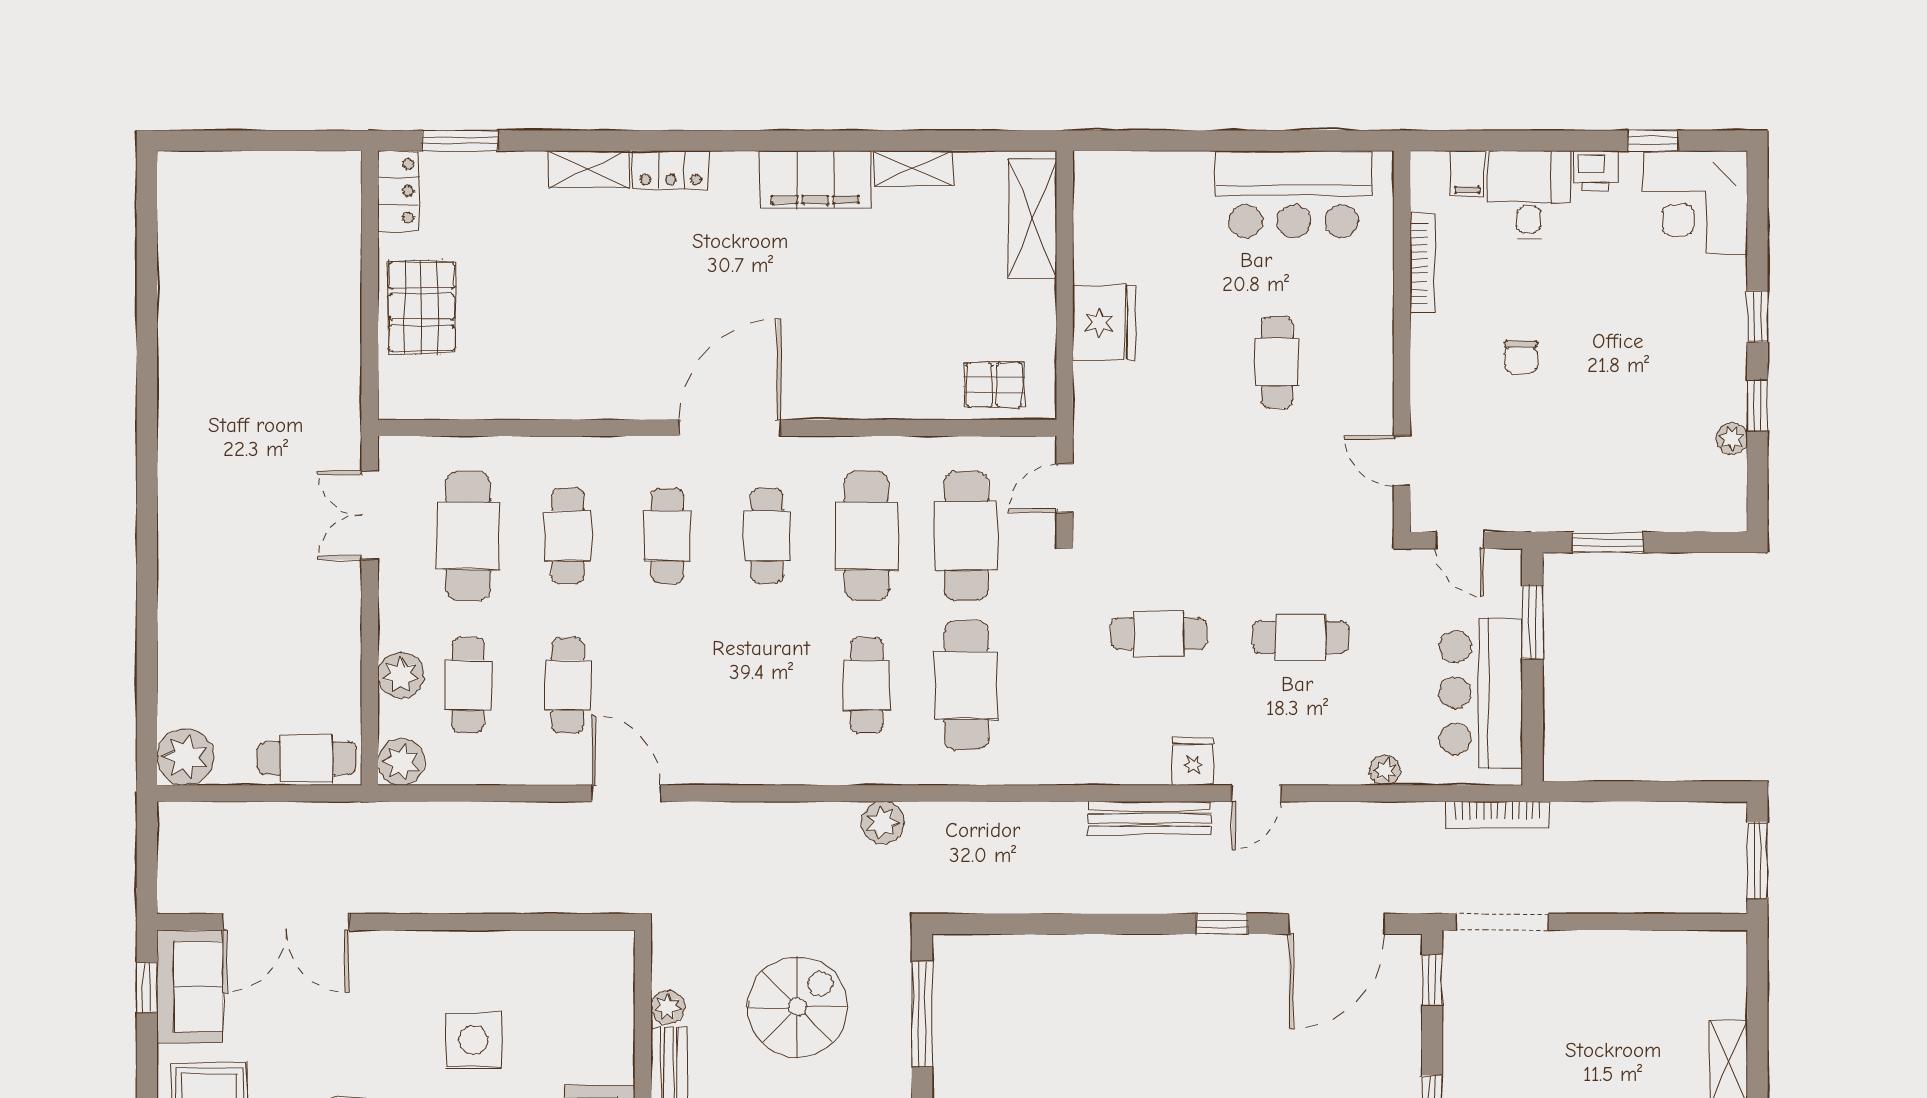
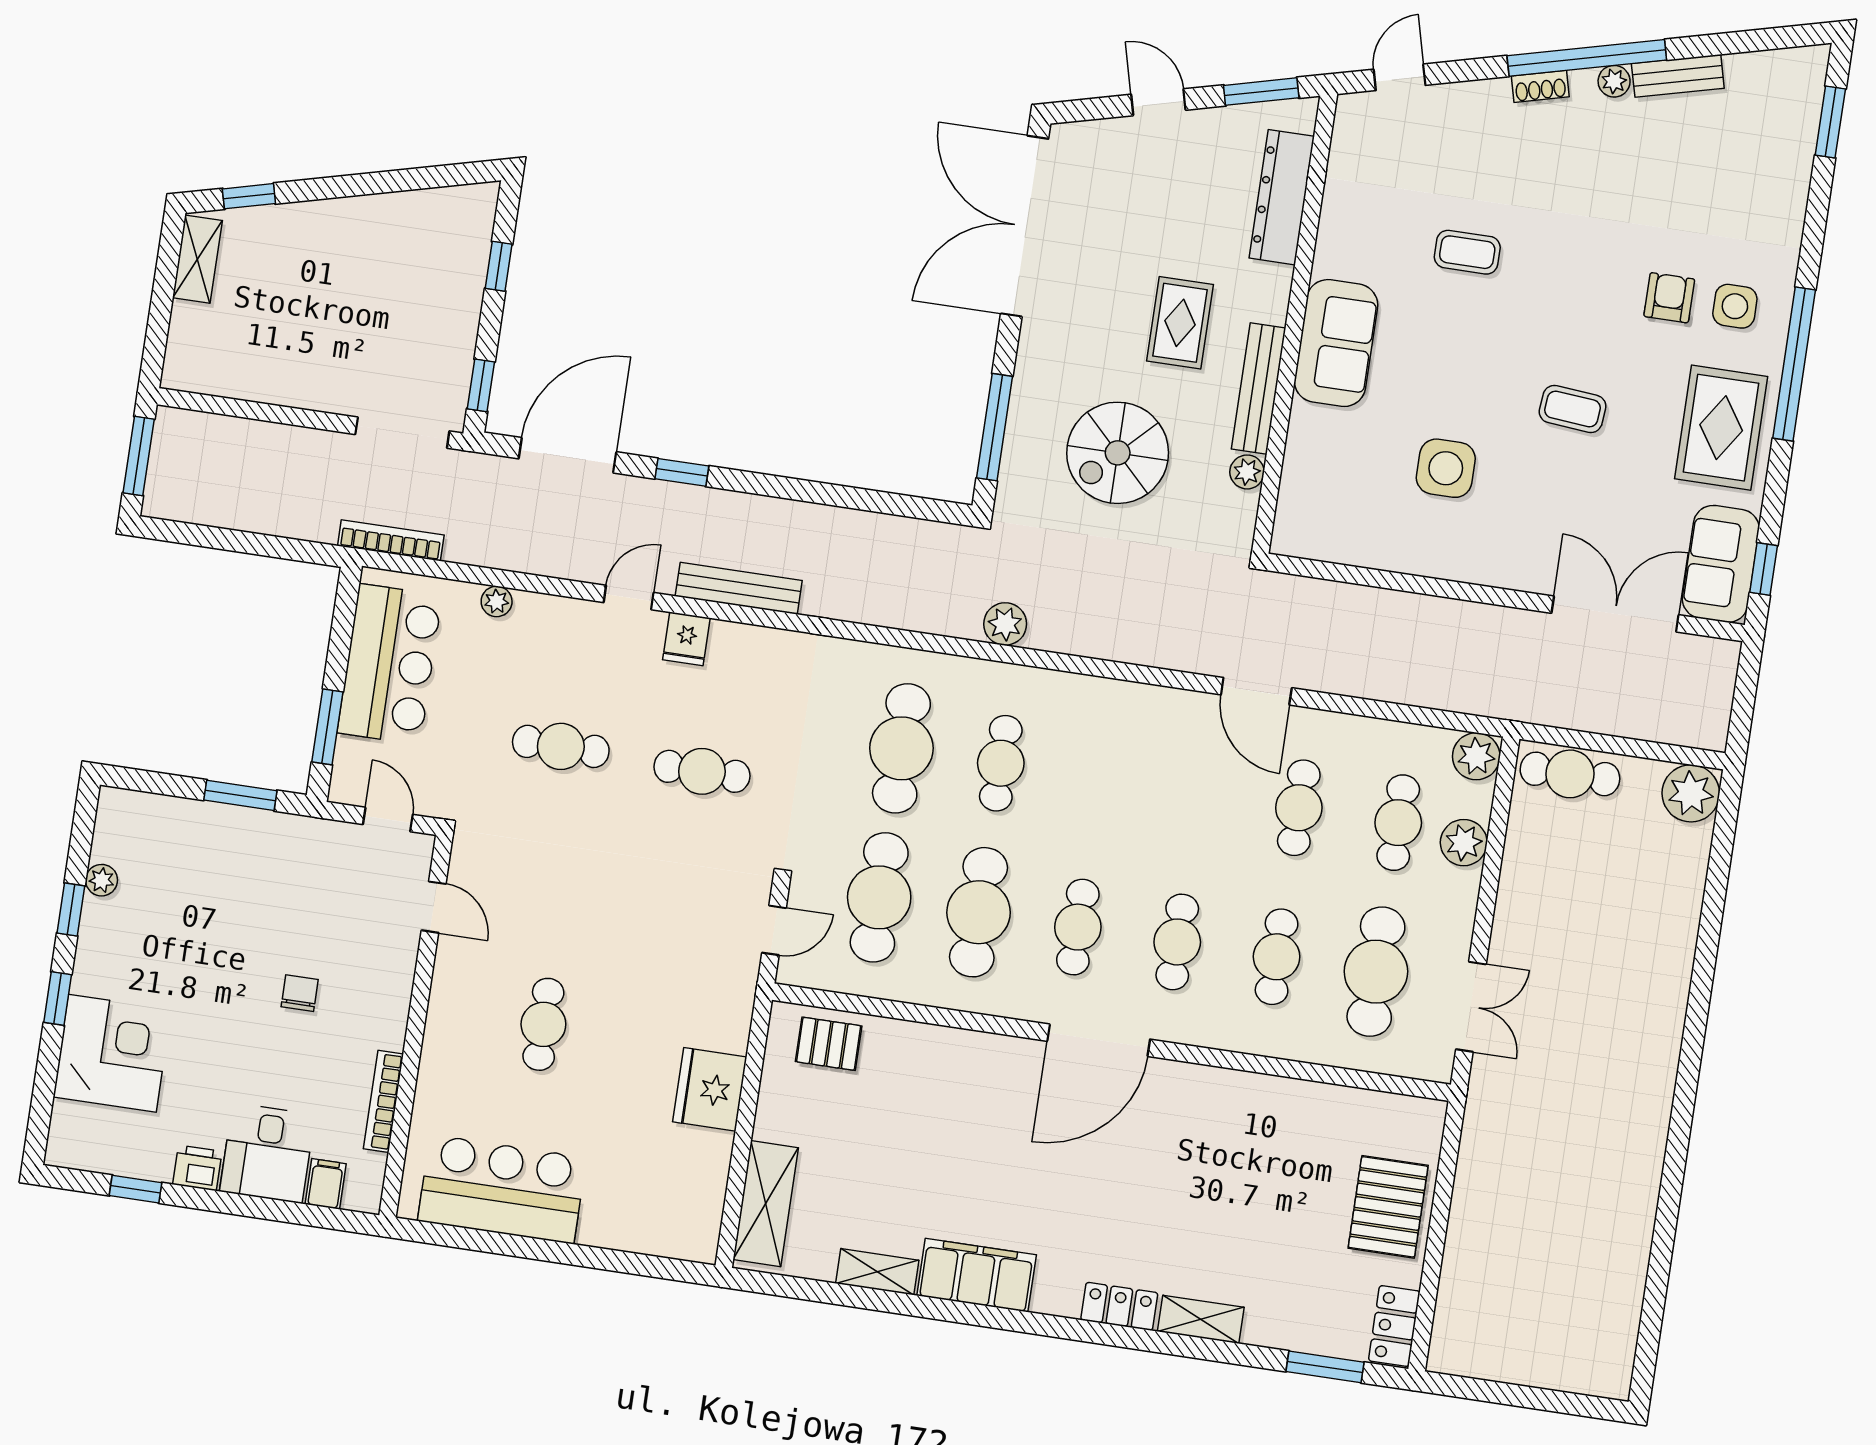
corner desk: (1696, 202) -> (112, 1053), moved

